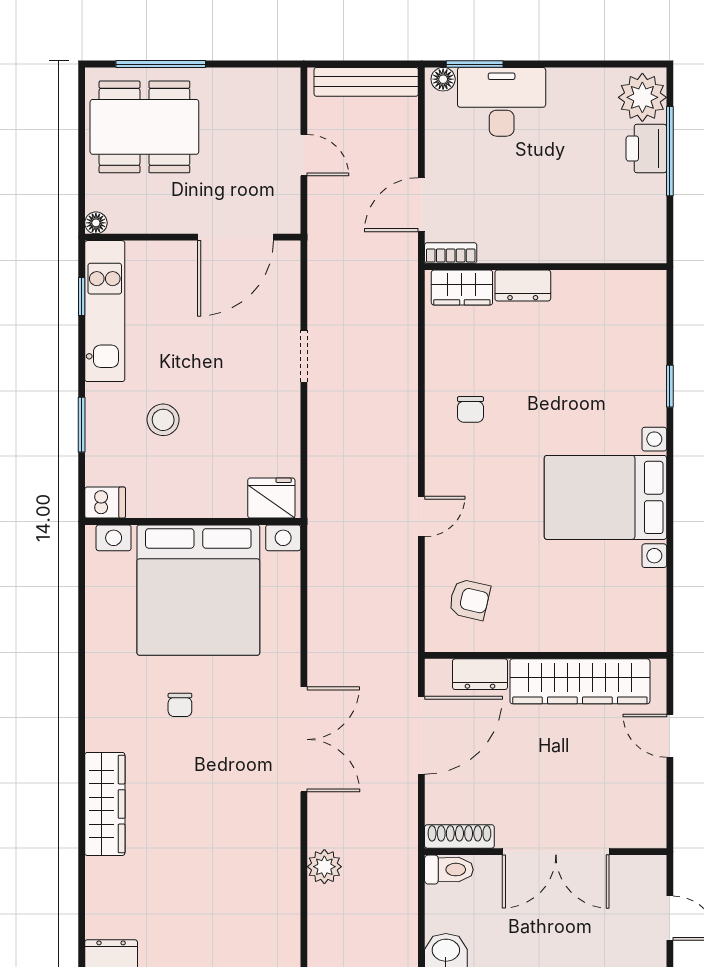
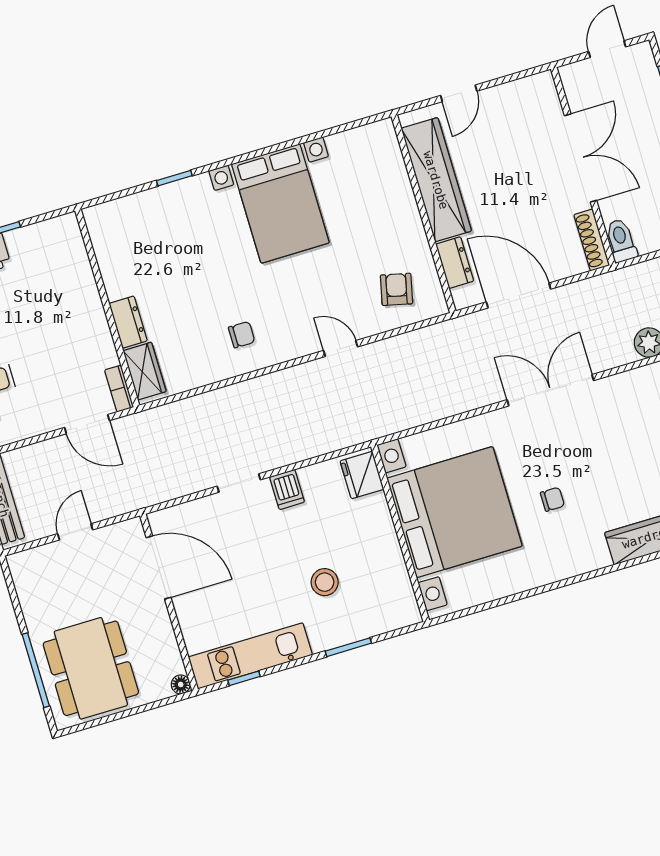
dishwasher: (105, 503) -> (287, 490), moved, turned 180

